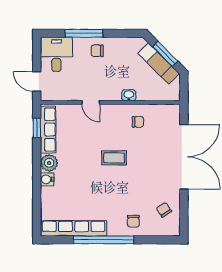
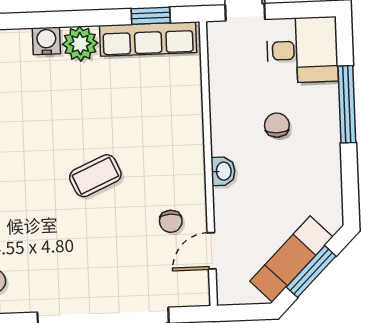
chair: (97, 51) -> (277, 125), moved
washbasin: (129, 95) -> (223, 171), moved
door: (91, 102) -> (212, 251), moved
coffee table: (114, 158) -> (95, 176), turned 66

